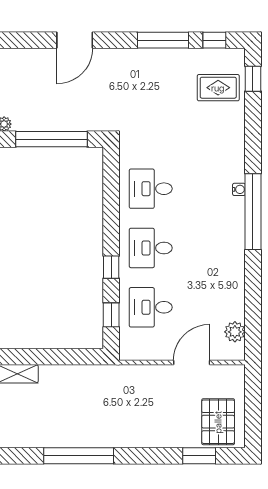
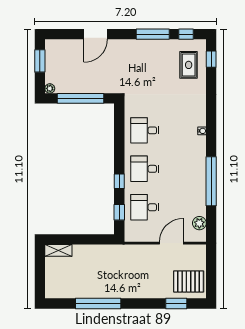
rug: (218, 88) -> (189, 65), turned 90
window: (253, 212) -> (211, 181), moved
pallet: (218, 422) -> (189, 281), turned 90

